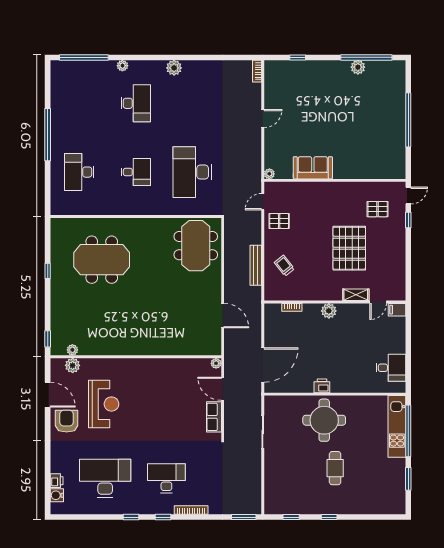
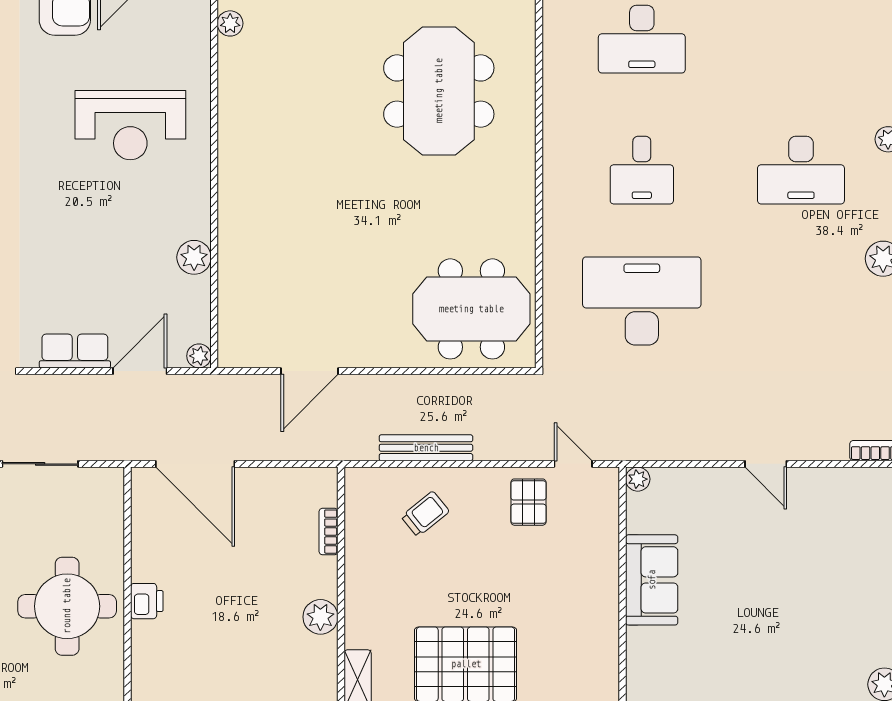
desk: (79, 172) -> (642, 39), turned 180
plant: (73, 365) -> (194, 257), moved
reception desk: (104, 404) -> (130, 125), moved

